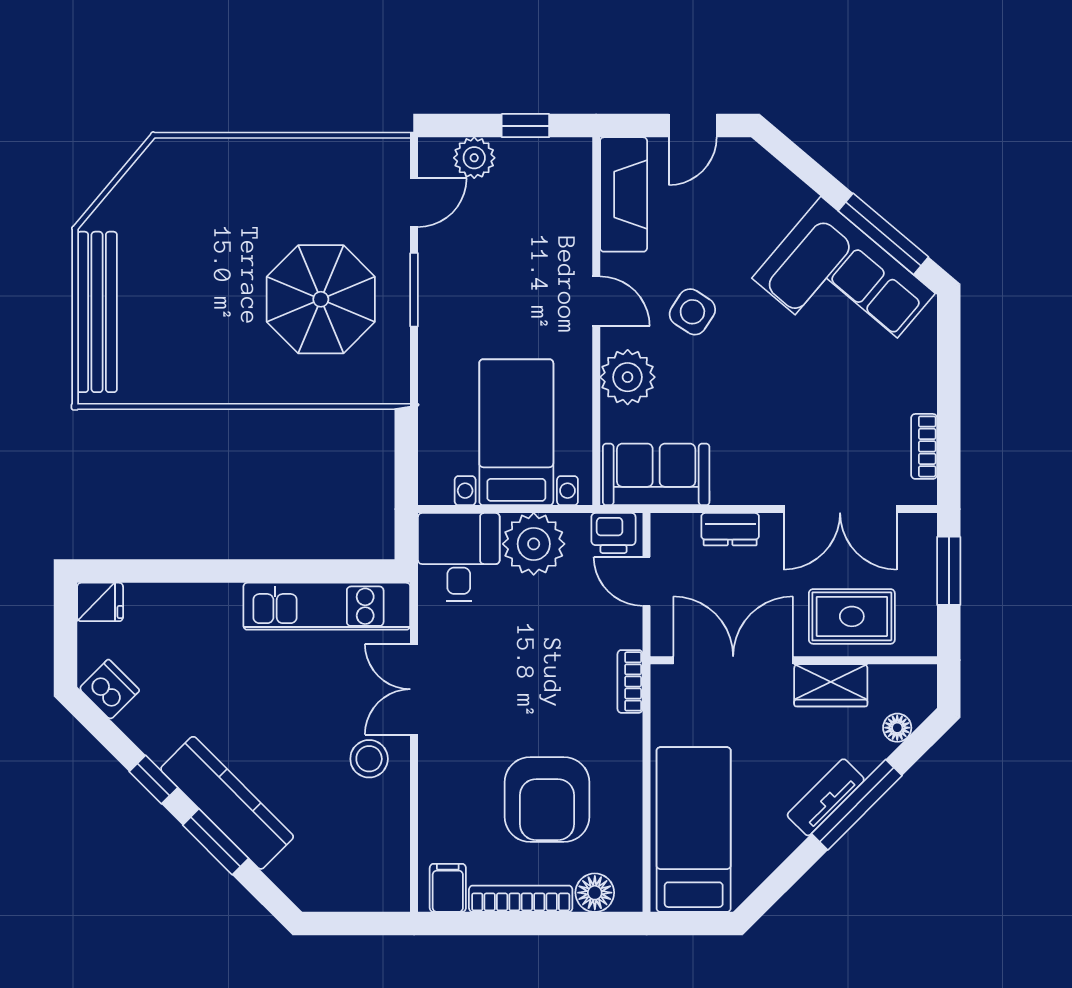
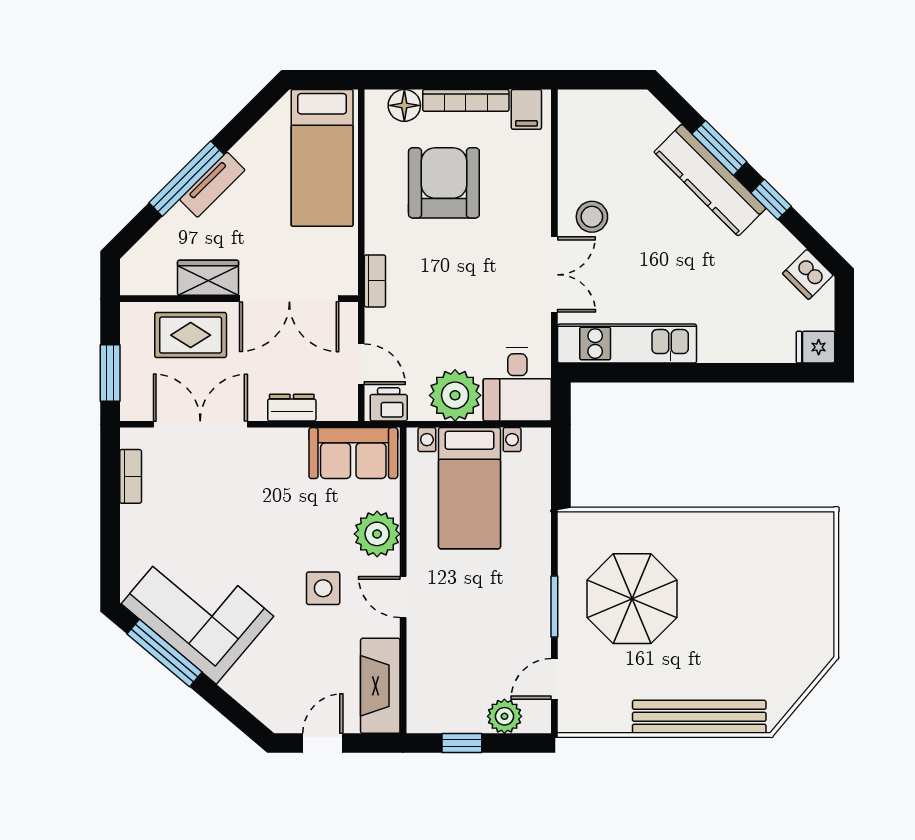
bench: (97, 312) -> (699, 717), moved, turned 90
side table: (692, 312) -> (323, 588), turned -33
floor lamp: (897, 728) -> (153, 243), removed

